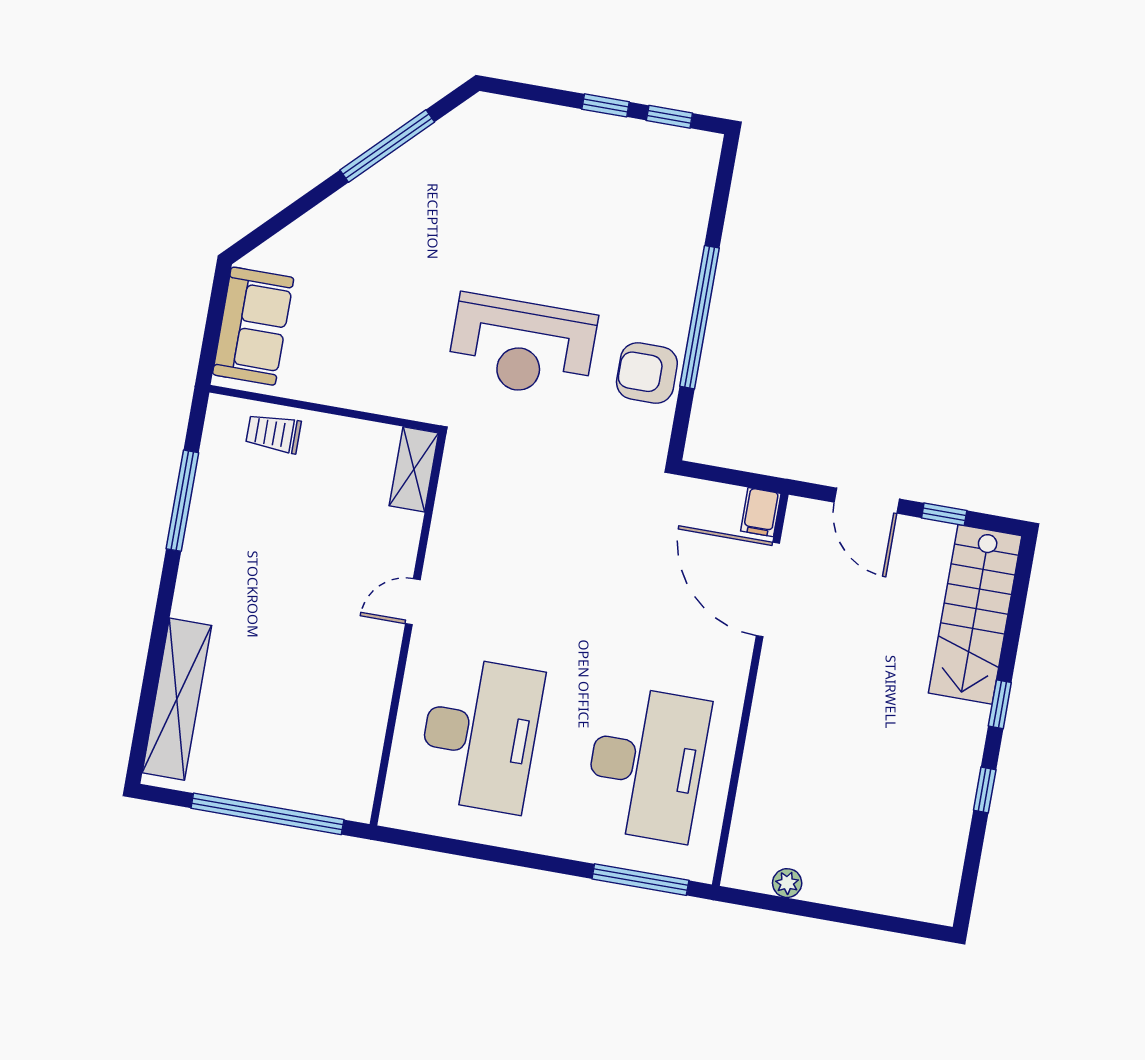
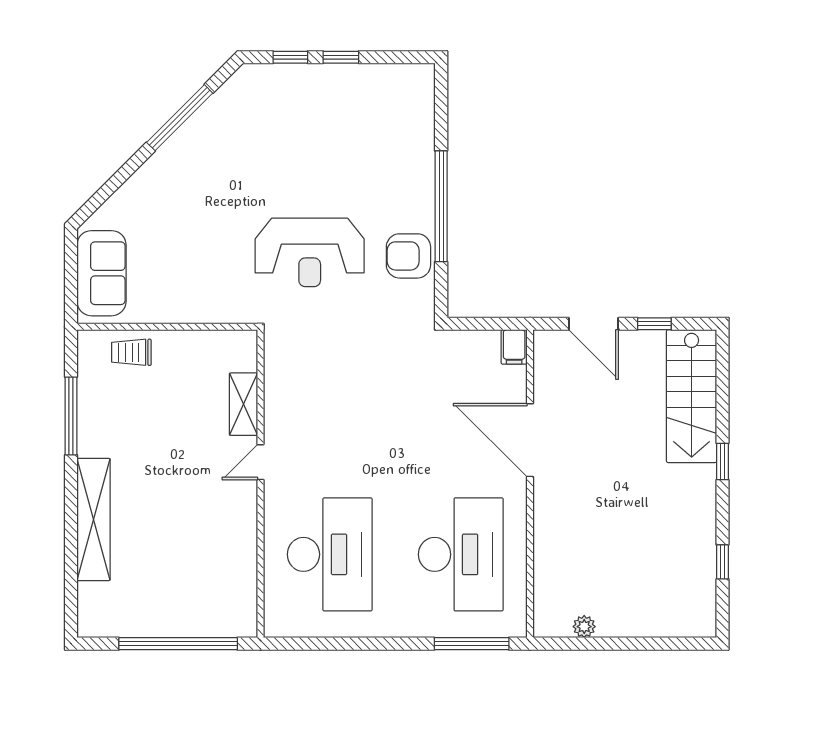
window: (669, 117) -> (290, 57), moved
shelving: (414, 469) -> (243, 404), moved
door: (768, 590) -> (530, 440), moved
shelving: (177, 699) -> (93, 519), moved
window: (985, 790) -> (723, 562), moved

